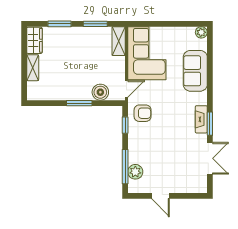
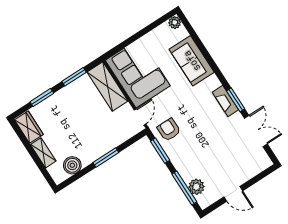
shelving: (119, 41) -> (107, 87), width x1.50, depth x1.33
boiler: (100, 92) -> (72, 165), moved
armchair: (143, 113) -> (169, 130), turned -90
window: (125, 125) -> (160, 151), width x1.50

